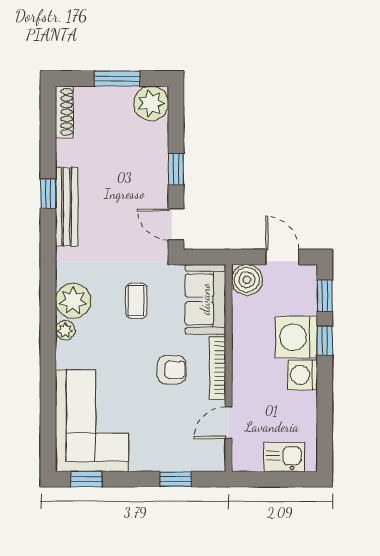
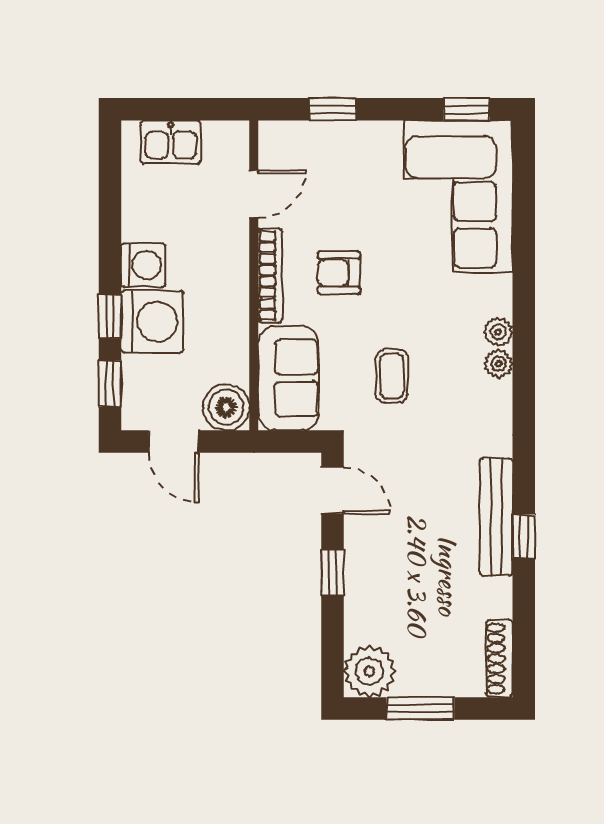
plant: (73, 301) -> (498, 364), width x0.53, depth x0.53

